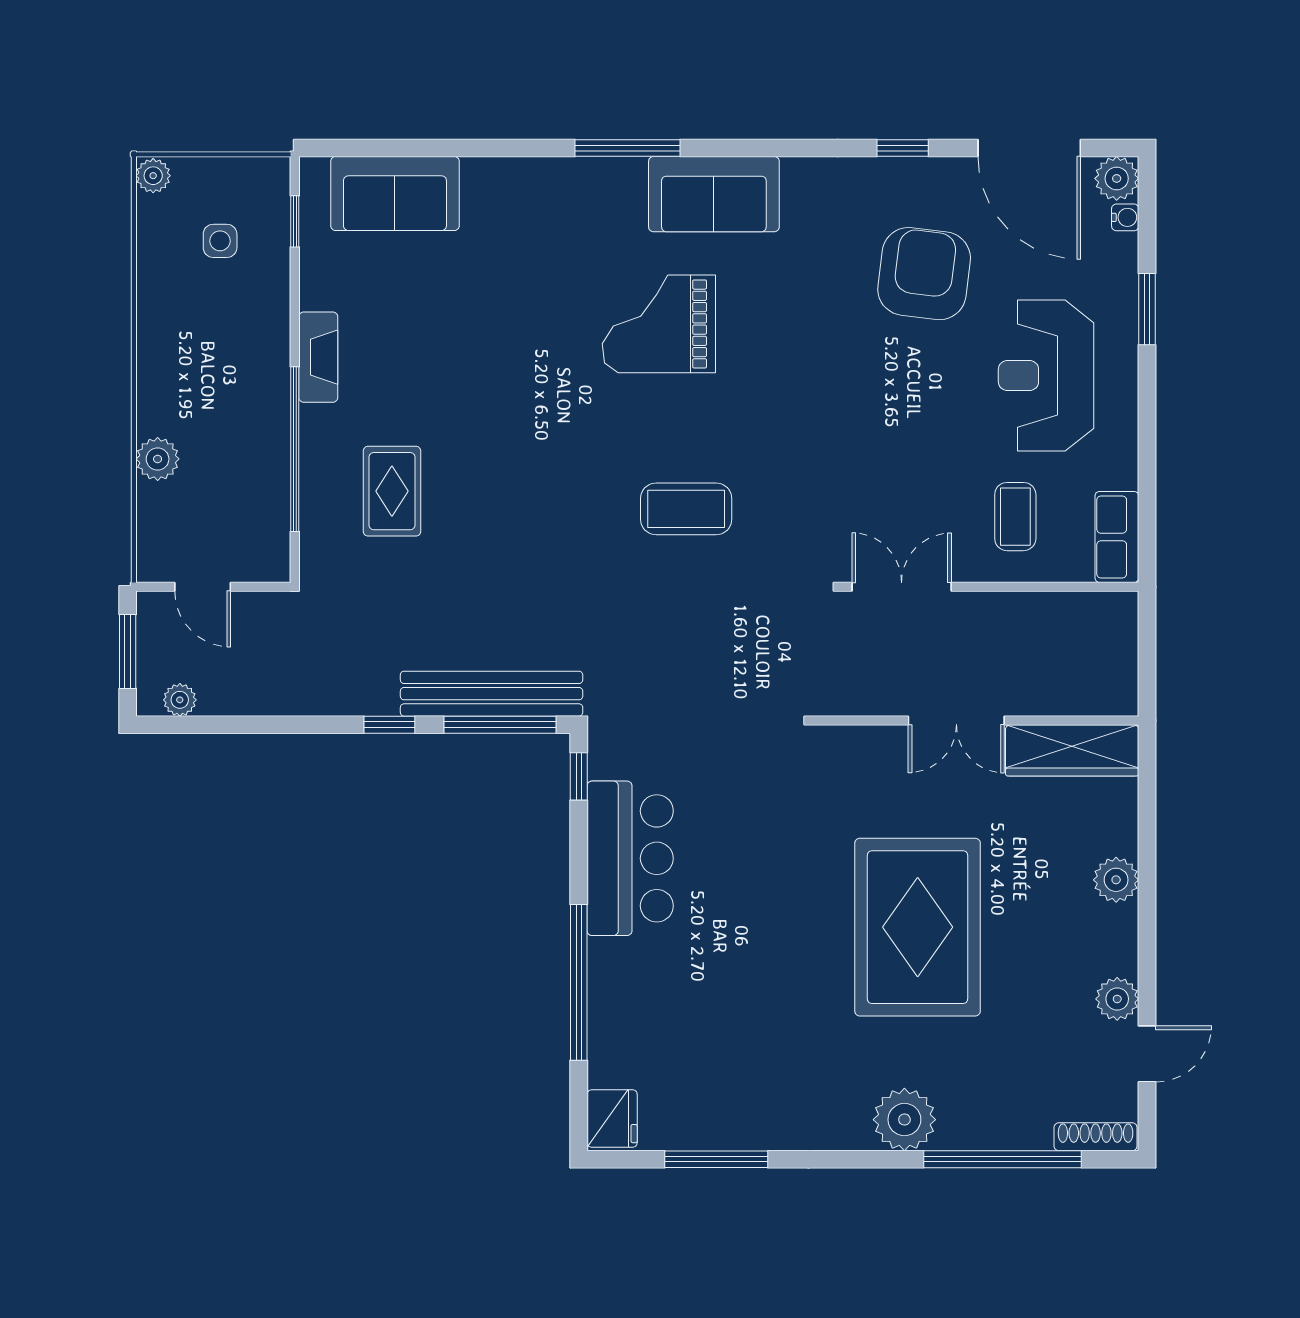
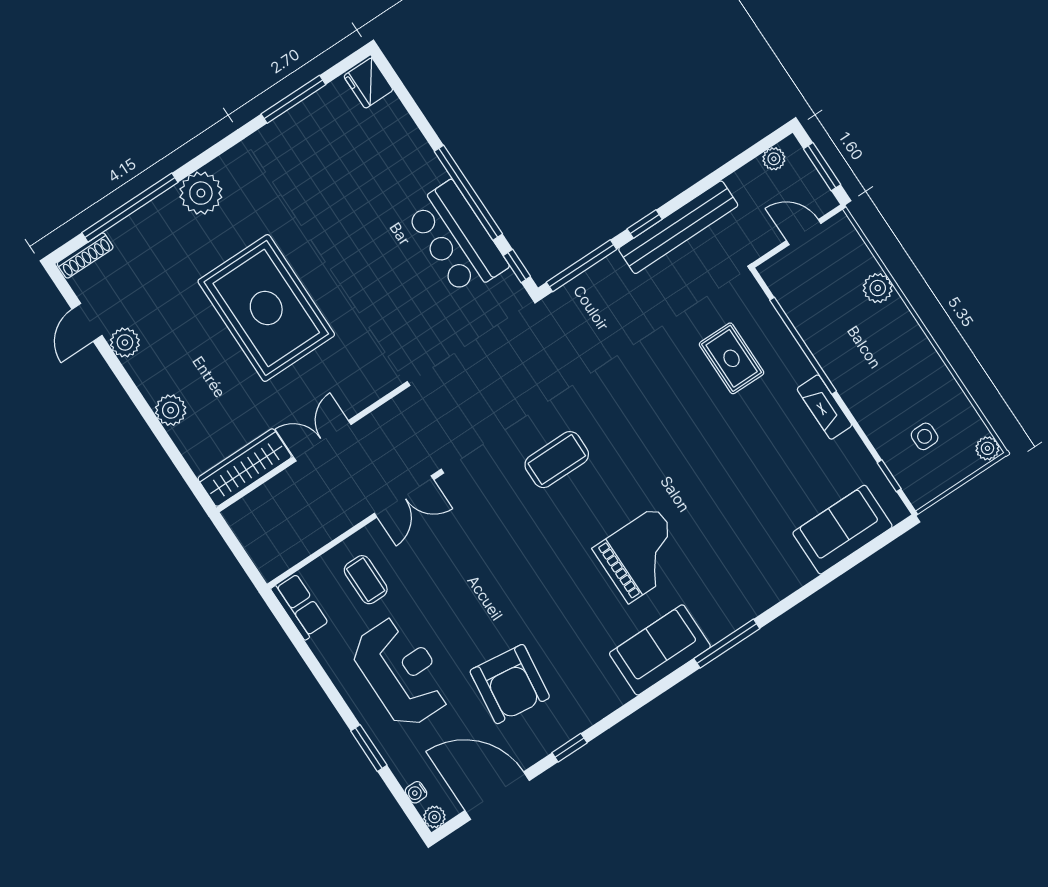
plant: (1117, 178) -> (434, 817), width x0.73, depth x0.73
bench: (492, 694) -> (678, 227), moved
window: (579, 982) -> (468, 193), moved

